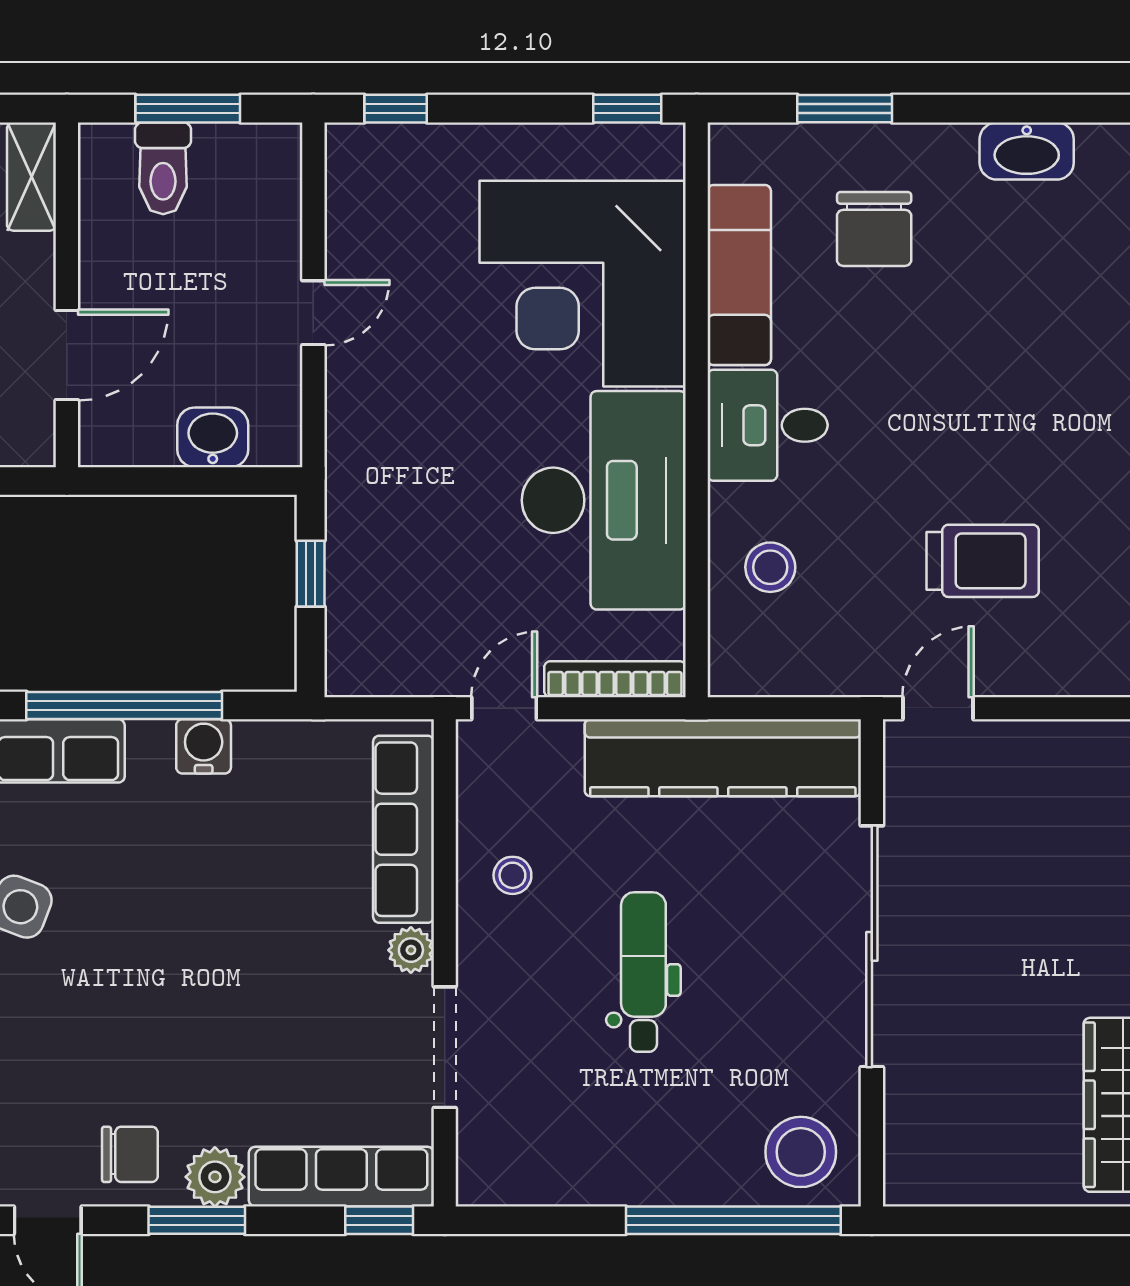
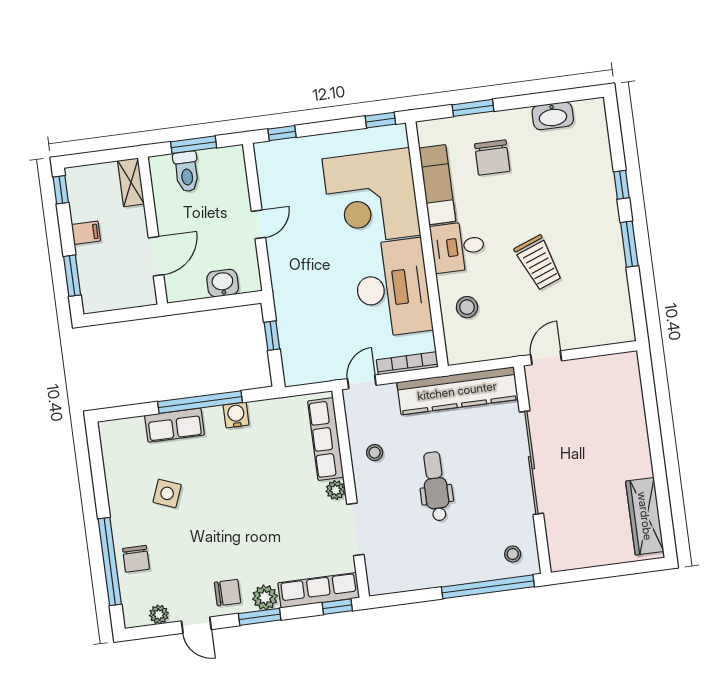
trolley: (983, 561) -> (538, 263), moved, turned 69
stool: (801, 1152) -> (513, 554), width x0.53, depth x0.53

